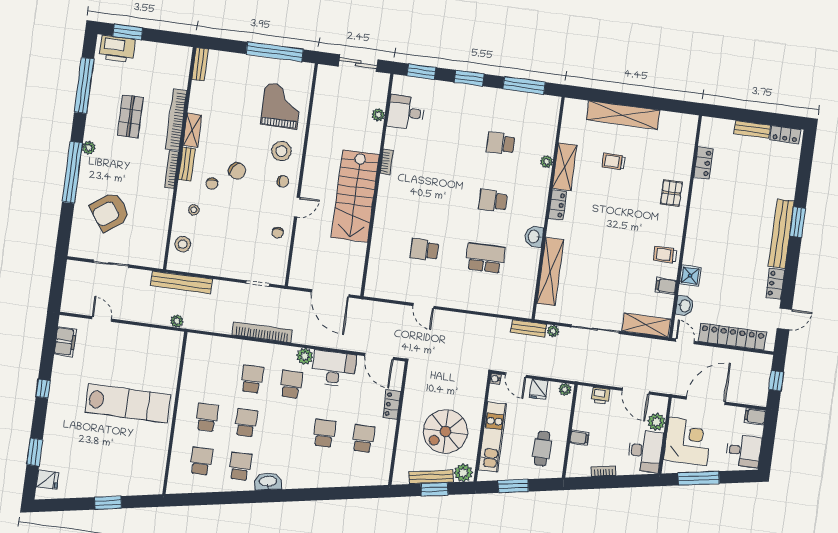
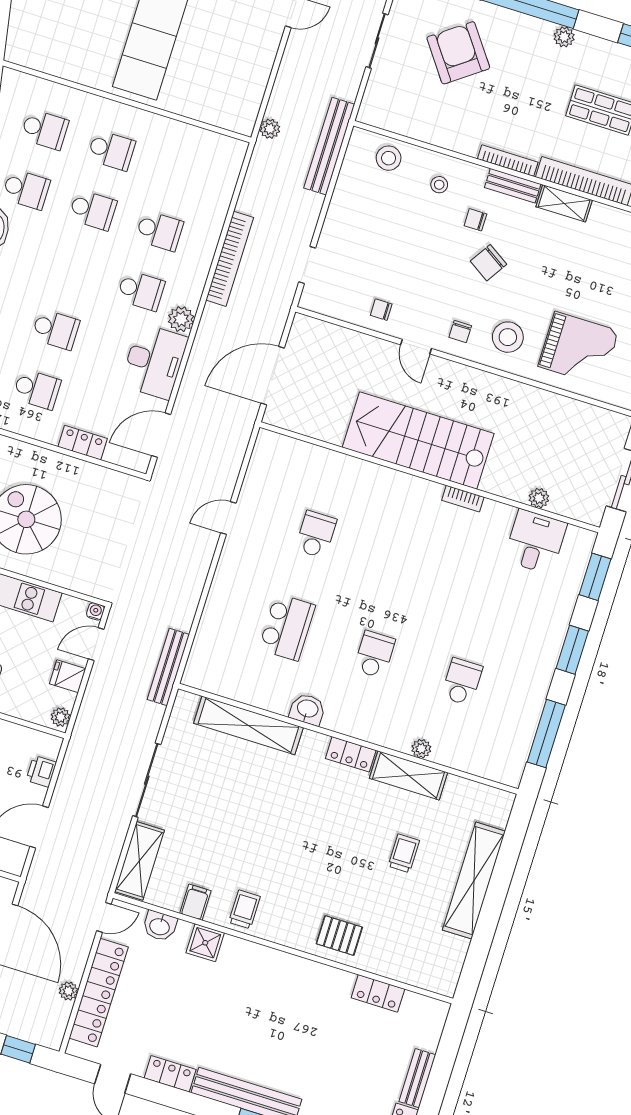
bench: (529, 328) -> (168, 667), width x1.36
plant: (553, 331) -> (68, 991), moved

